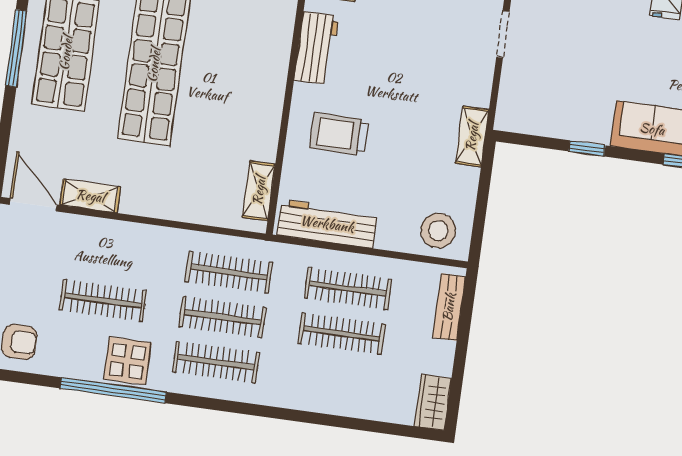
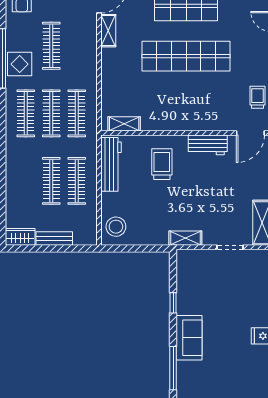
shelving: (472, 137) -> (185, 238), moved
bench: (449, 307) -> (54, 239), moved

